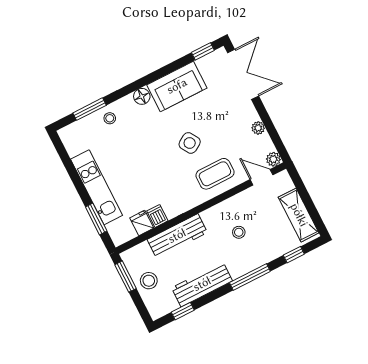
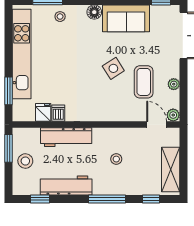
coffee table: (215, 174) -> (144, 82), moved, turned 90
kitchen unit: (97, 187) -> (22, 54), width x1.36

